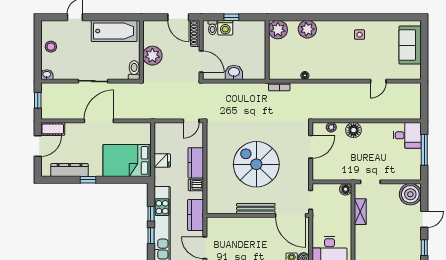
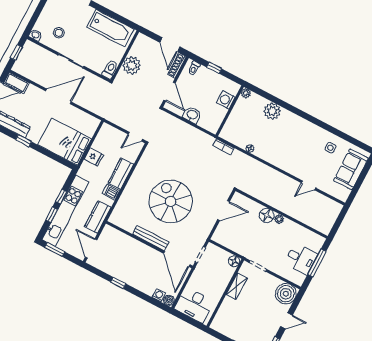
washing machine: (225, 28) -> (226, 100), moved, turned 90
plant: (278, 30) -> (246, 93), width x0.53, depth x0.53
side table: (360, 35) -> (330, 148), moved
stool: (51, 47) -> (59, 33), moved
plant: (331, 127) -> (279, 219), moved
desk: (407, 135) -> (301, 259), moved

